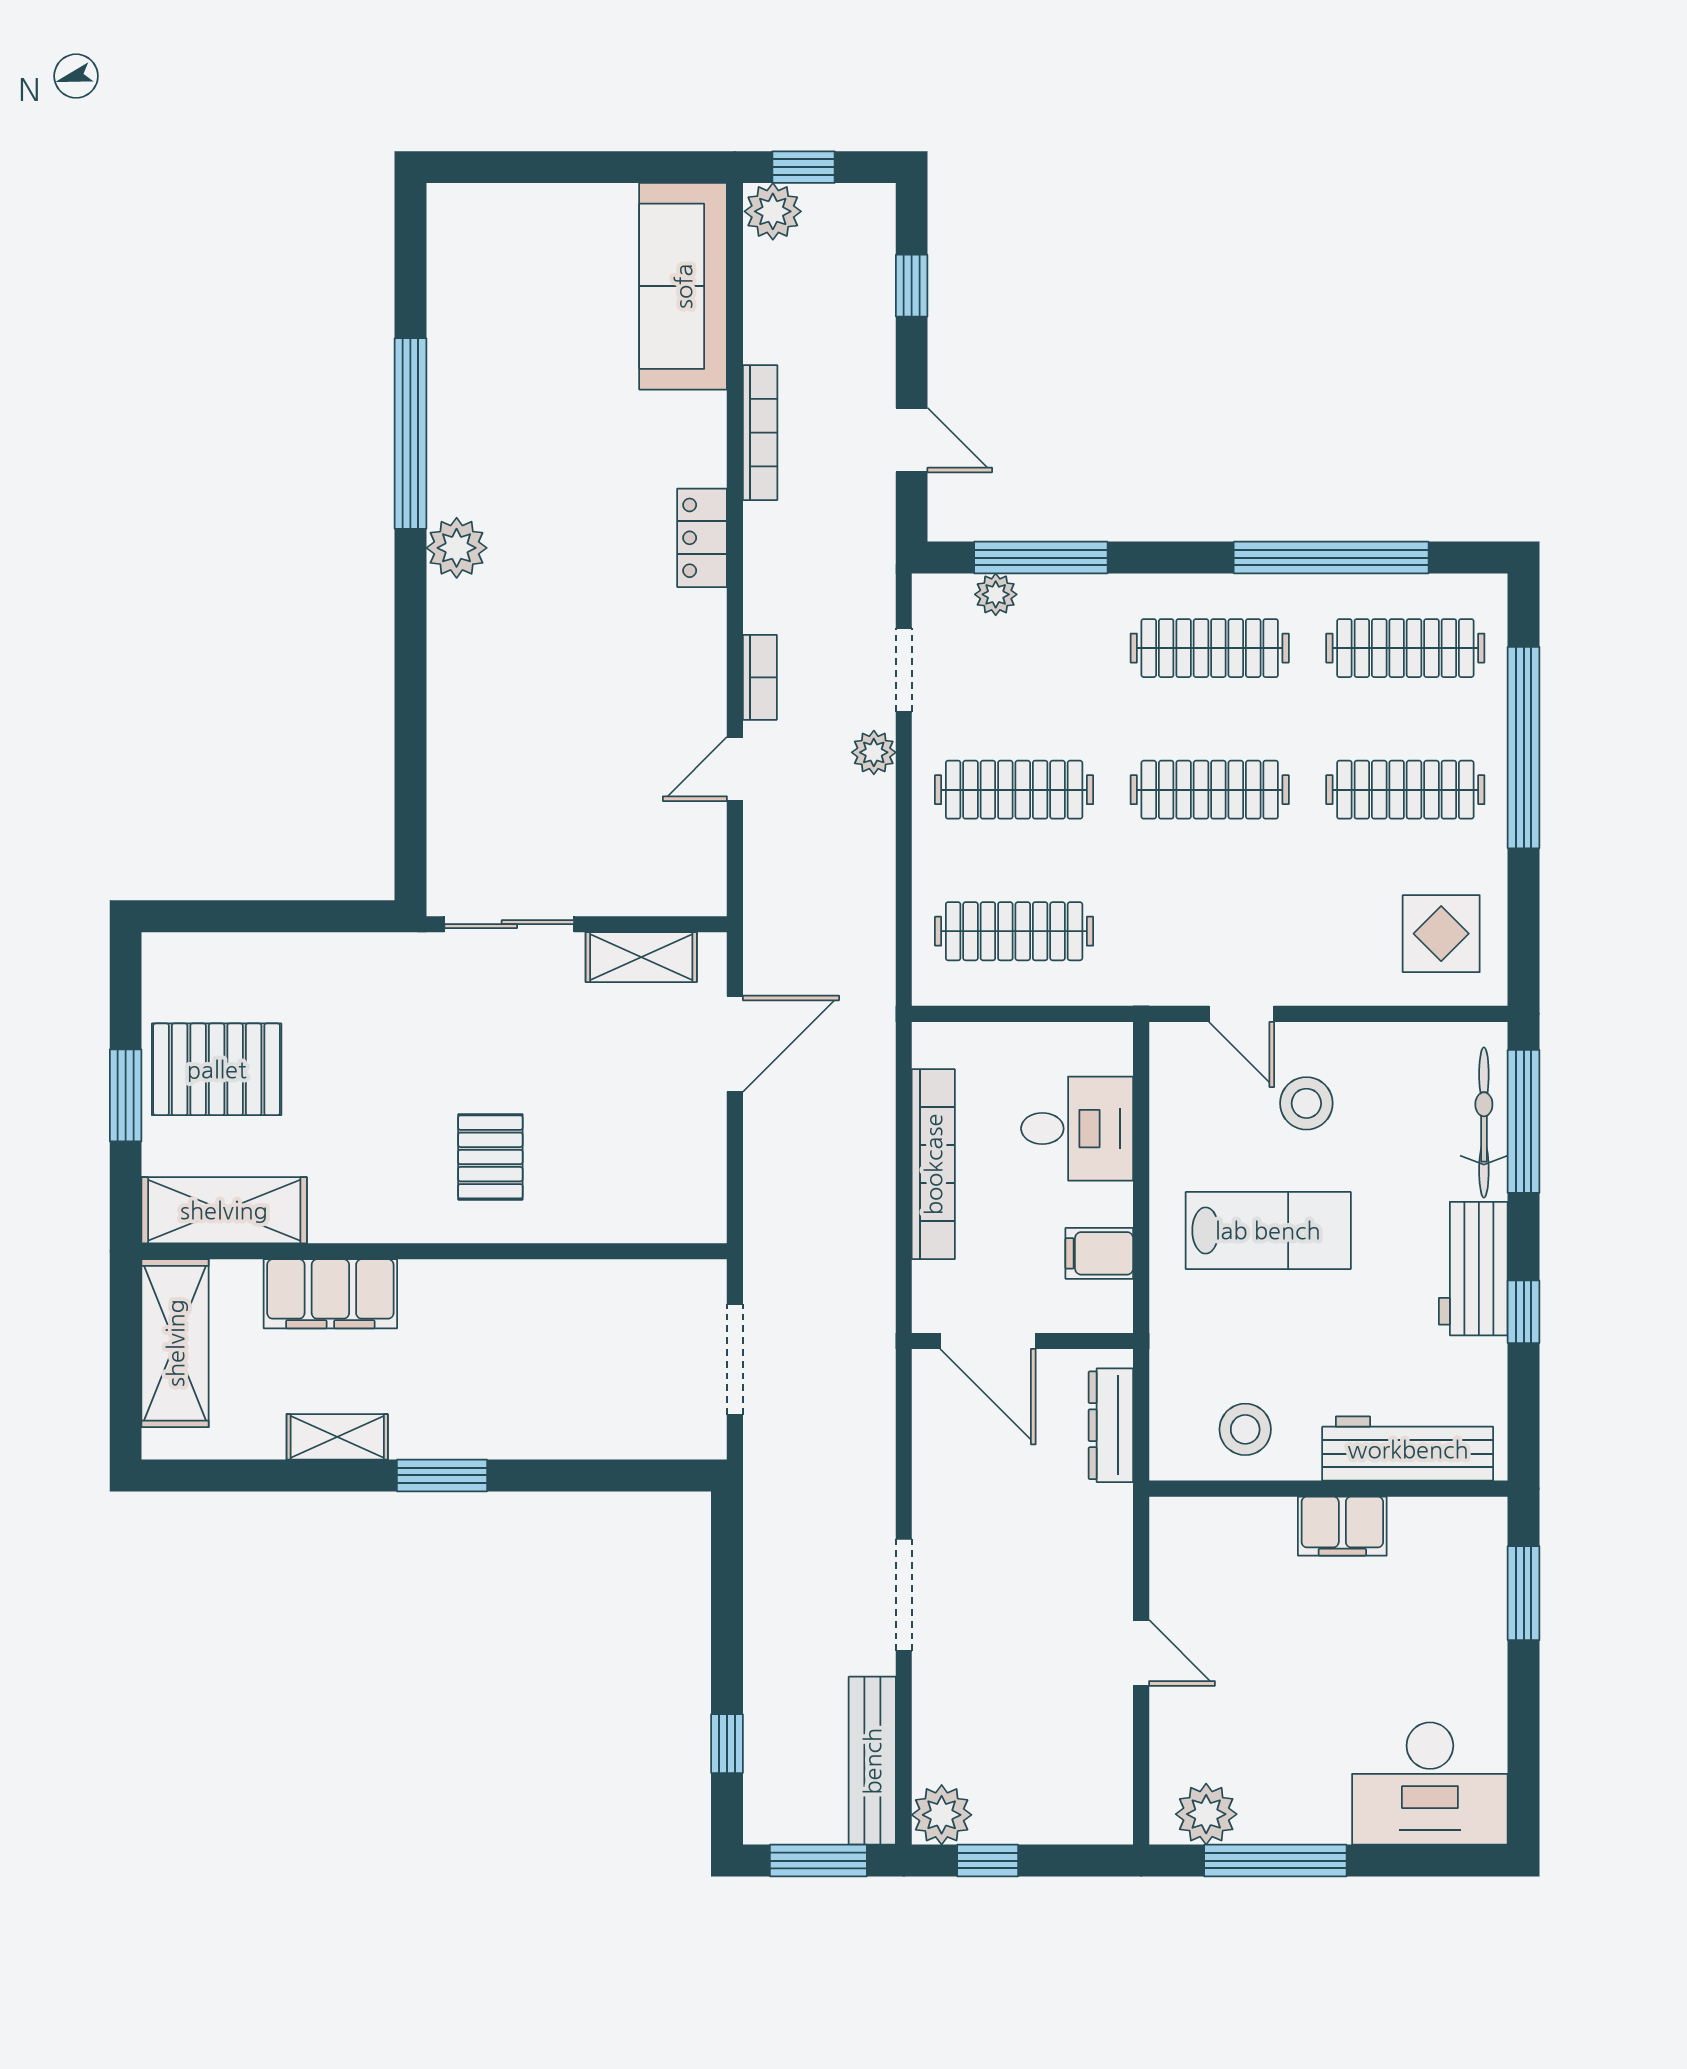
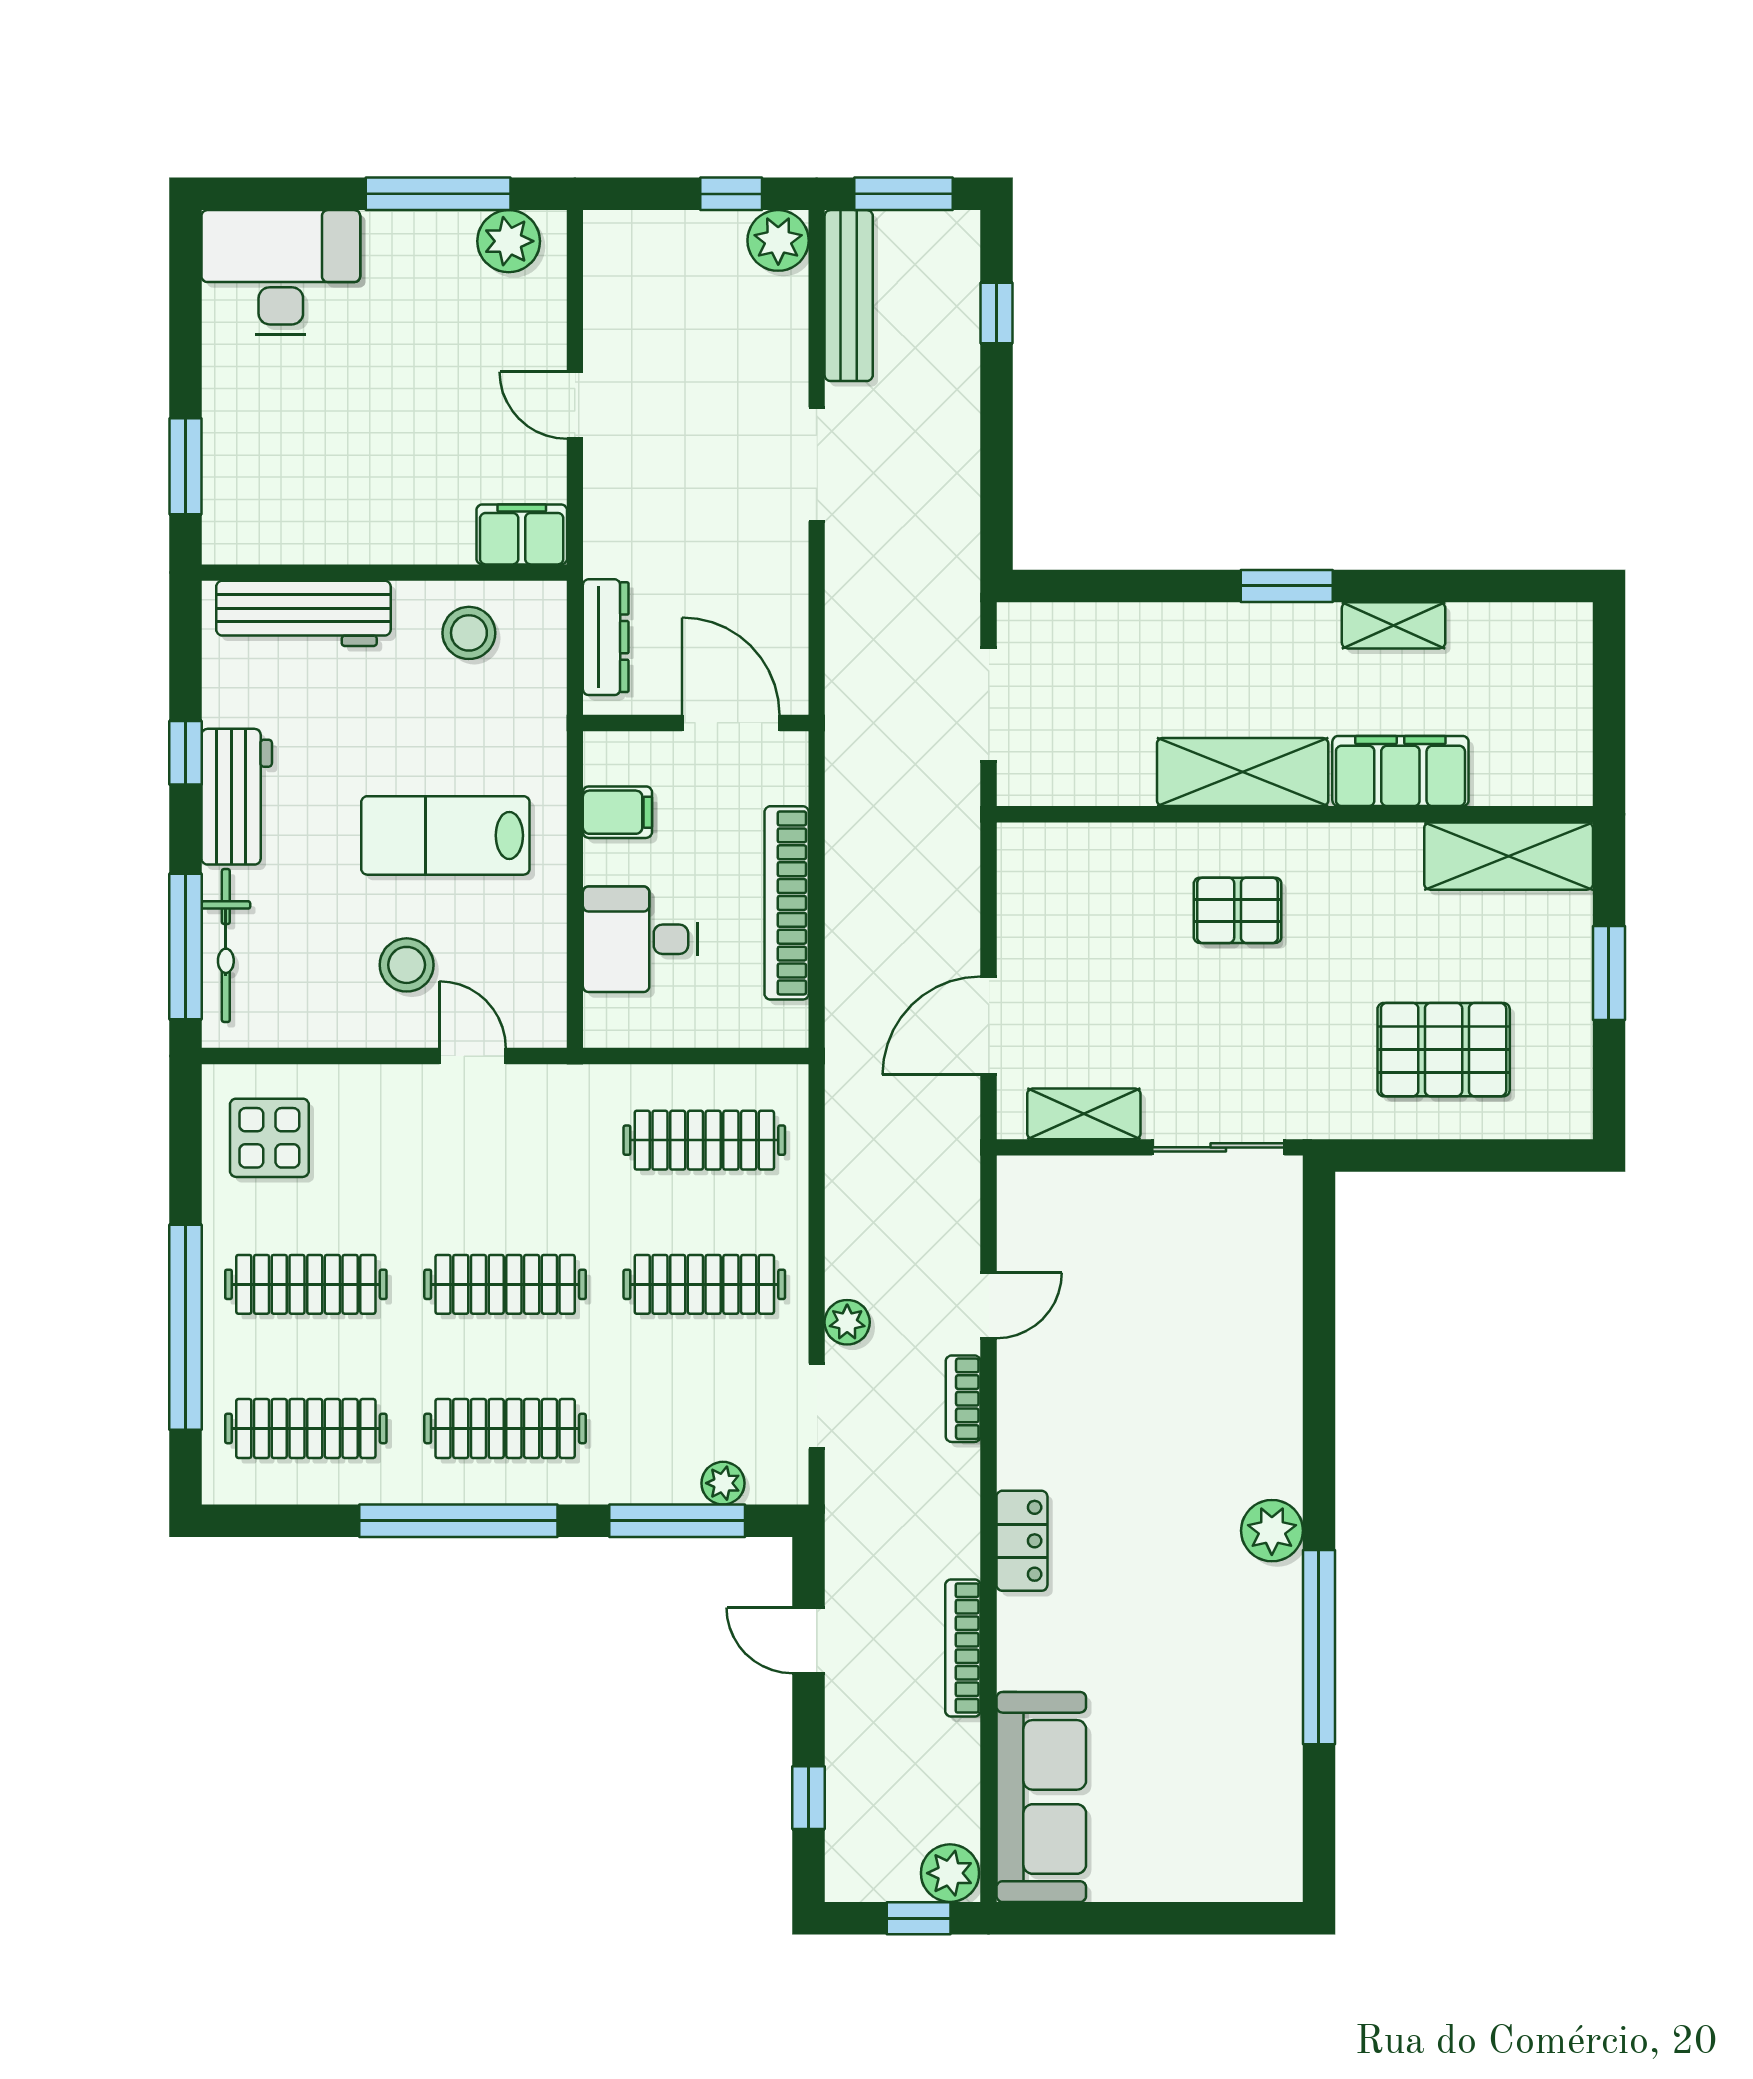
window: (1331, 558) -> (458, 1521), moved
pallet: (217, 1069) -> (1444, 1050), moved
pallet: (490, 1157) -> (1238, 910), turned 90
shelving: (175, 1343) -> (1243, 772), moved, turned 90
filing cabinet: (1342, 1526) -> (522, 534), moved

